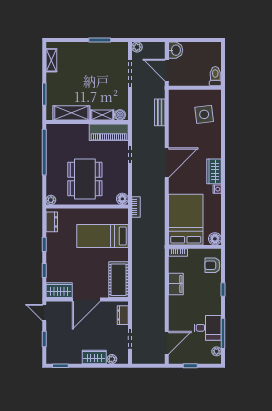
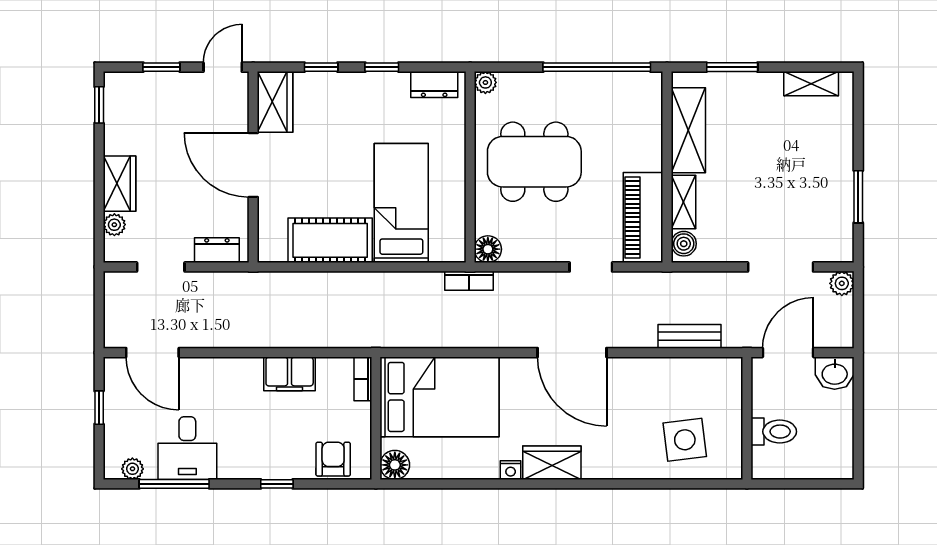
toilet: (215, 76) -> (774, 432), moved
cot: (119, 280) -> (330, 240), moved

